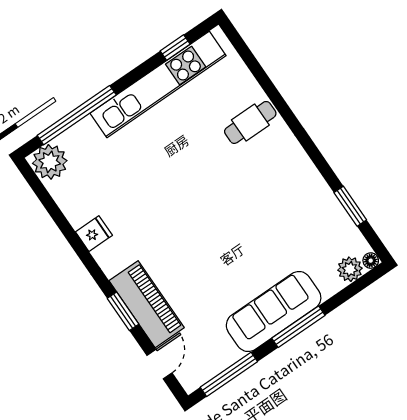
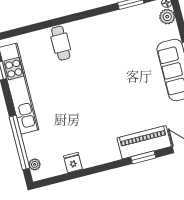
plant: (50, 162) -> (35, 164), width x0.53, depth x0.53
fridge: (94, 234) -> (73, 163), moved

